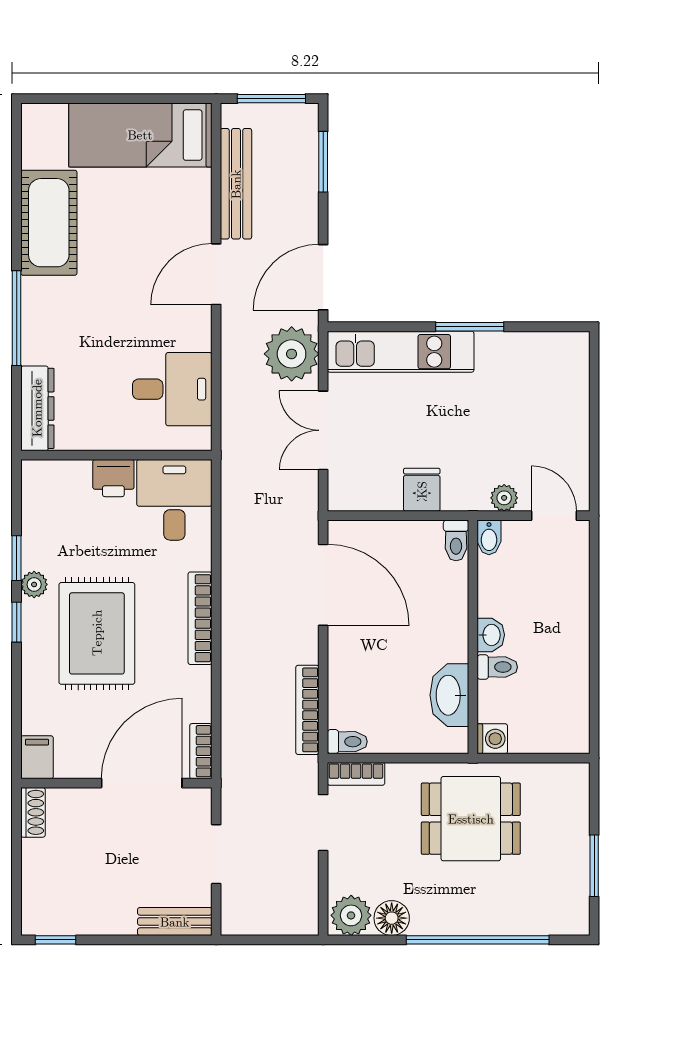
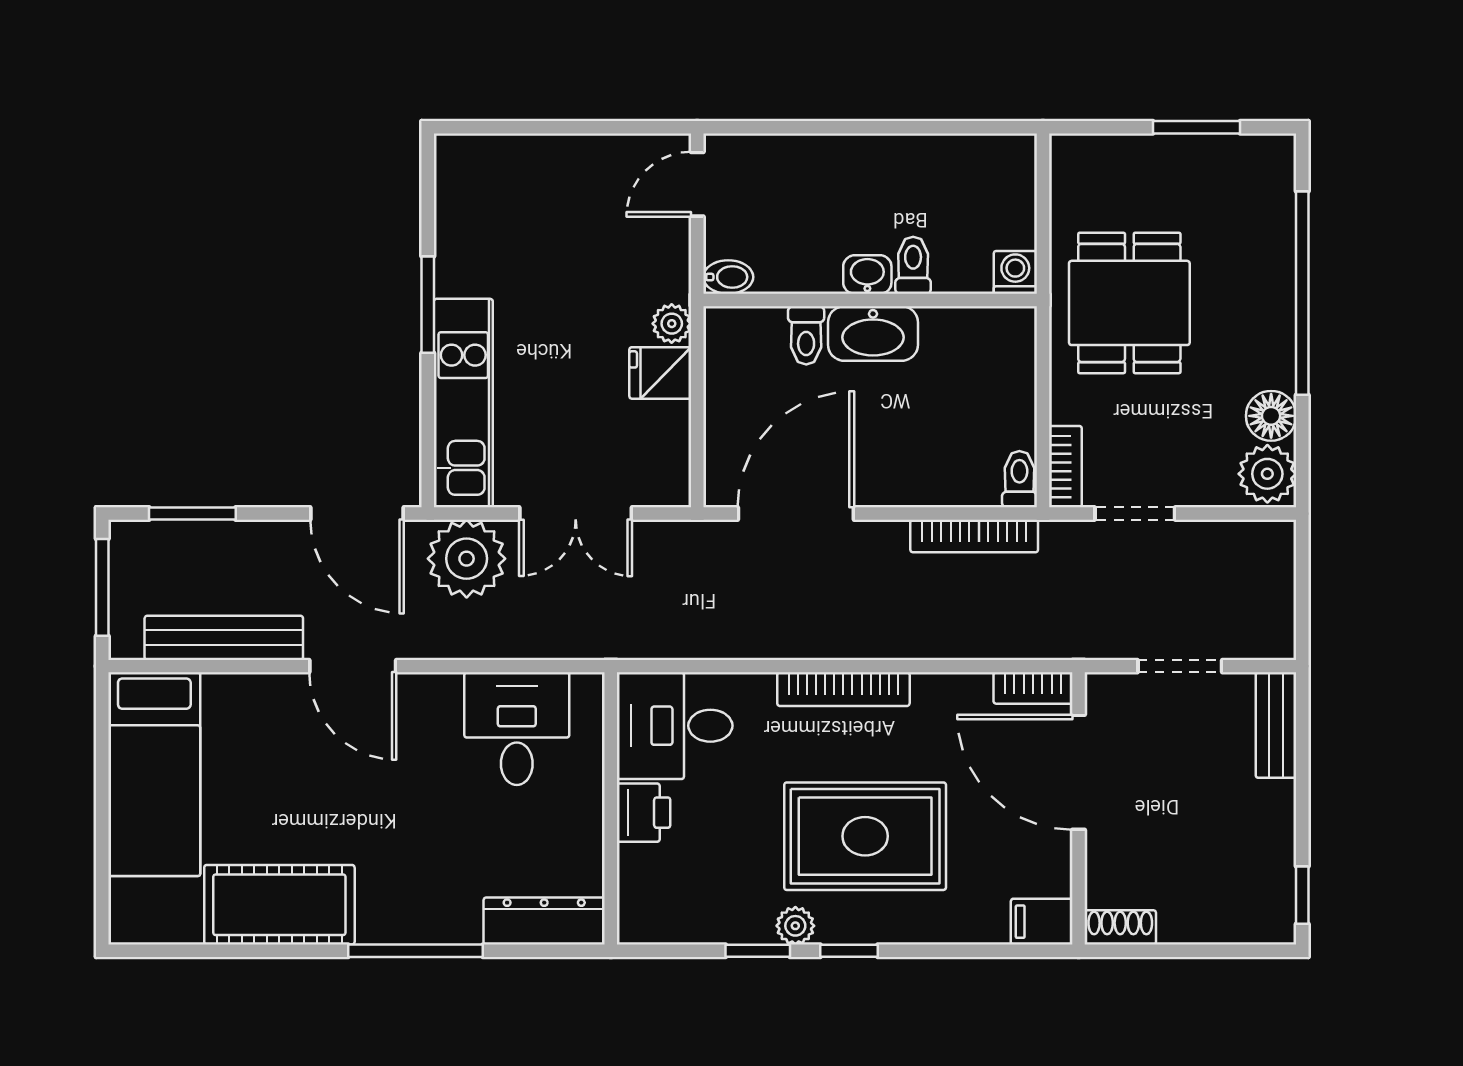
plant: (504, 498) -> (672, 324), moved
toilet: (456, 540) -> (806, 335), moved, turned 90
washbasin: (449, 695) -> (873, 334), moved

